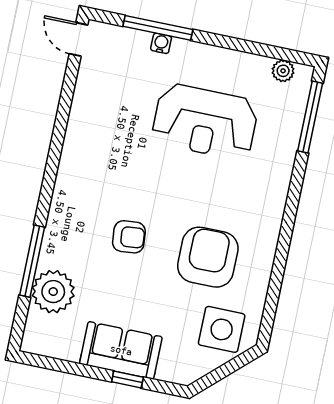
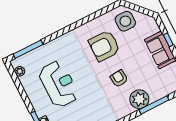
plant: (53, 292) -> (139, 99), moved

